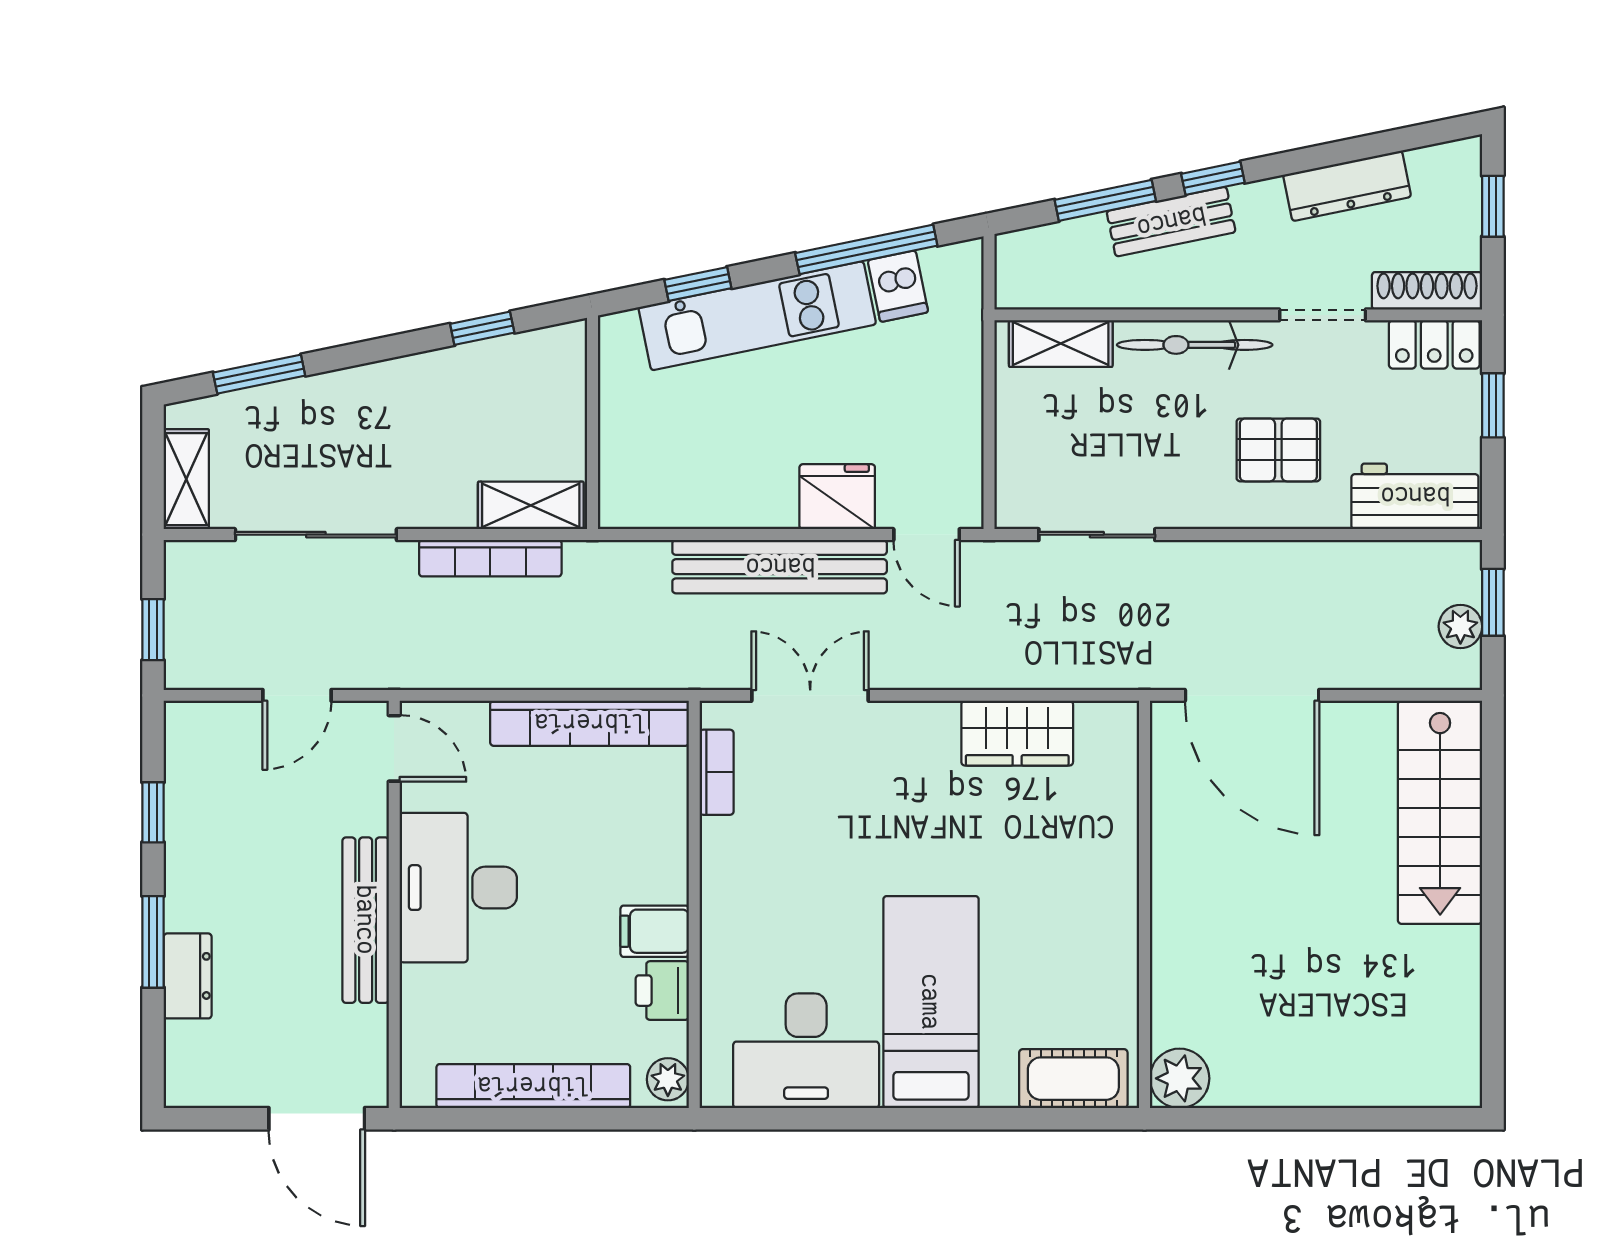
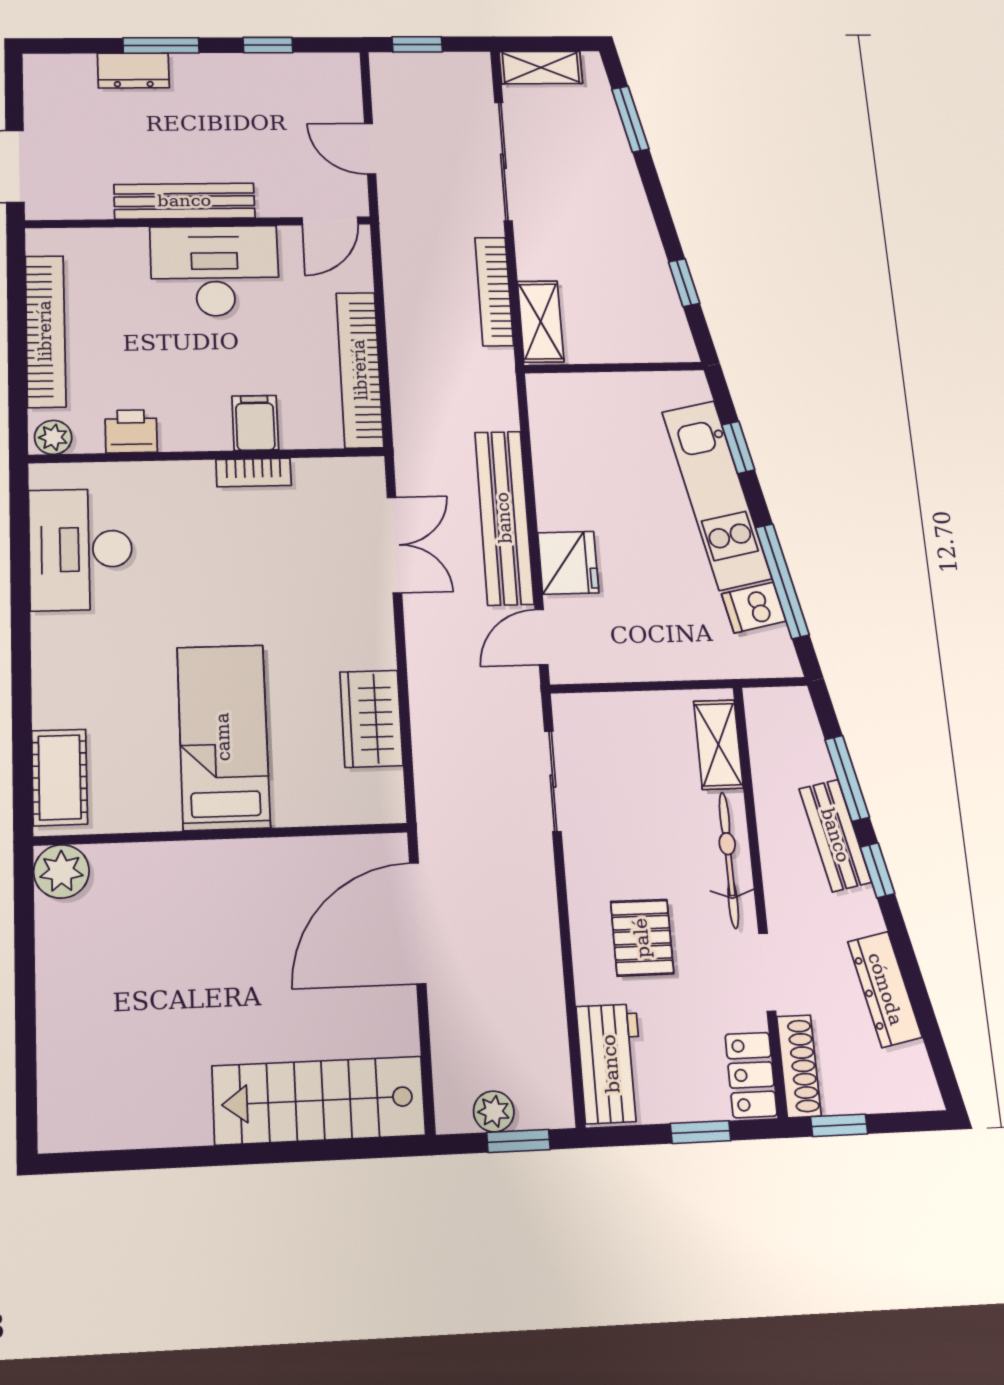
window: (1493, 206) -> (839, 1125), moved
bookcase: (717, 772) -> (254, 472), moved
filing cabinet: (655, 931) -> (255, 423), moved
bed: (931, 1002) -> (223, 737), moved, turned -90

